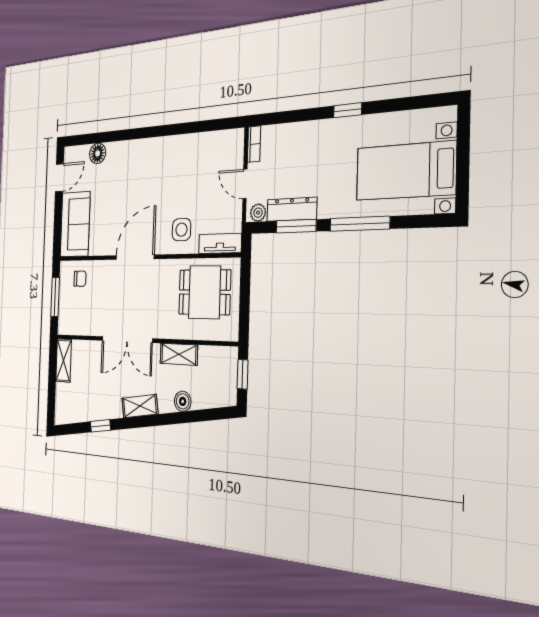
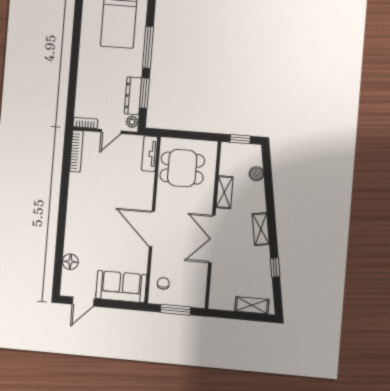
window: (348, 110) -> (75, 52), removed
bookcase: (219, 138) -> (76, 151), added
door: (59, 178) -> (83, 301), swing flipped
side table: (182, 230) -> (136, 186), removed
dining table: (204, 292) -> (182, 168), turned 90
double door: (127, 340) -> (212, 239), swing flipped
shelving: (64, 360) -> (252, 305), moved
boiler: (183, 401) -> (256, 174), moved

